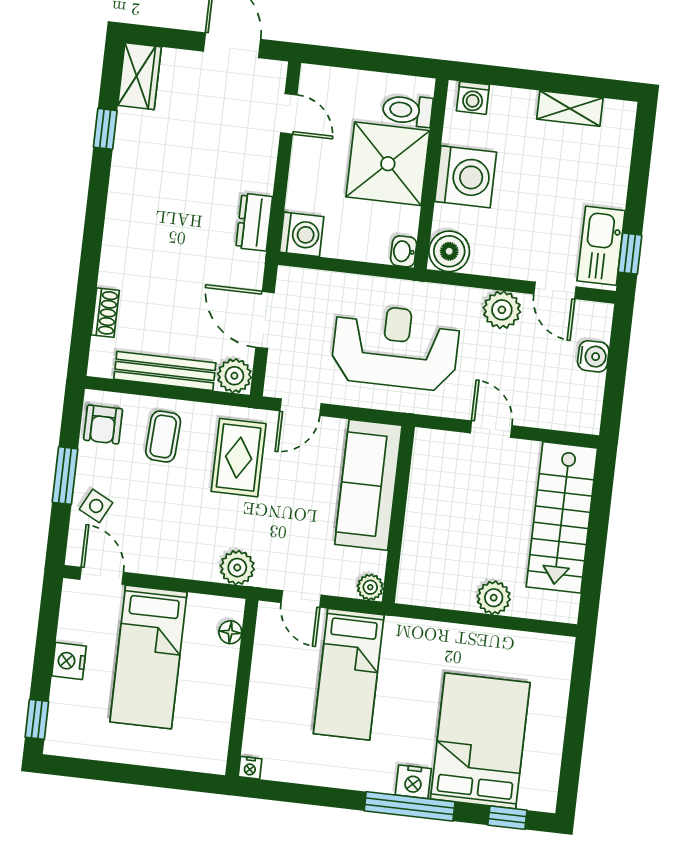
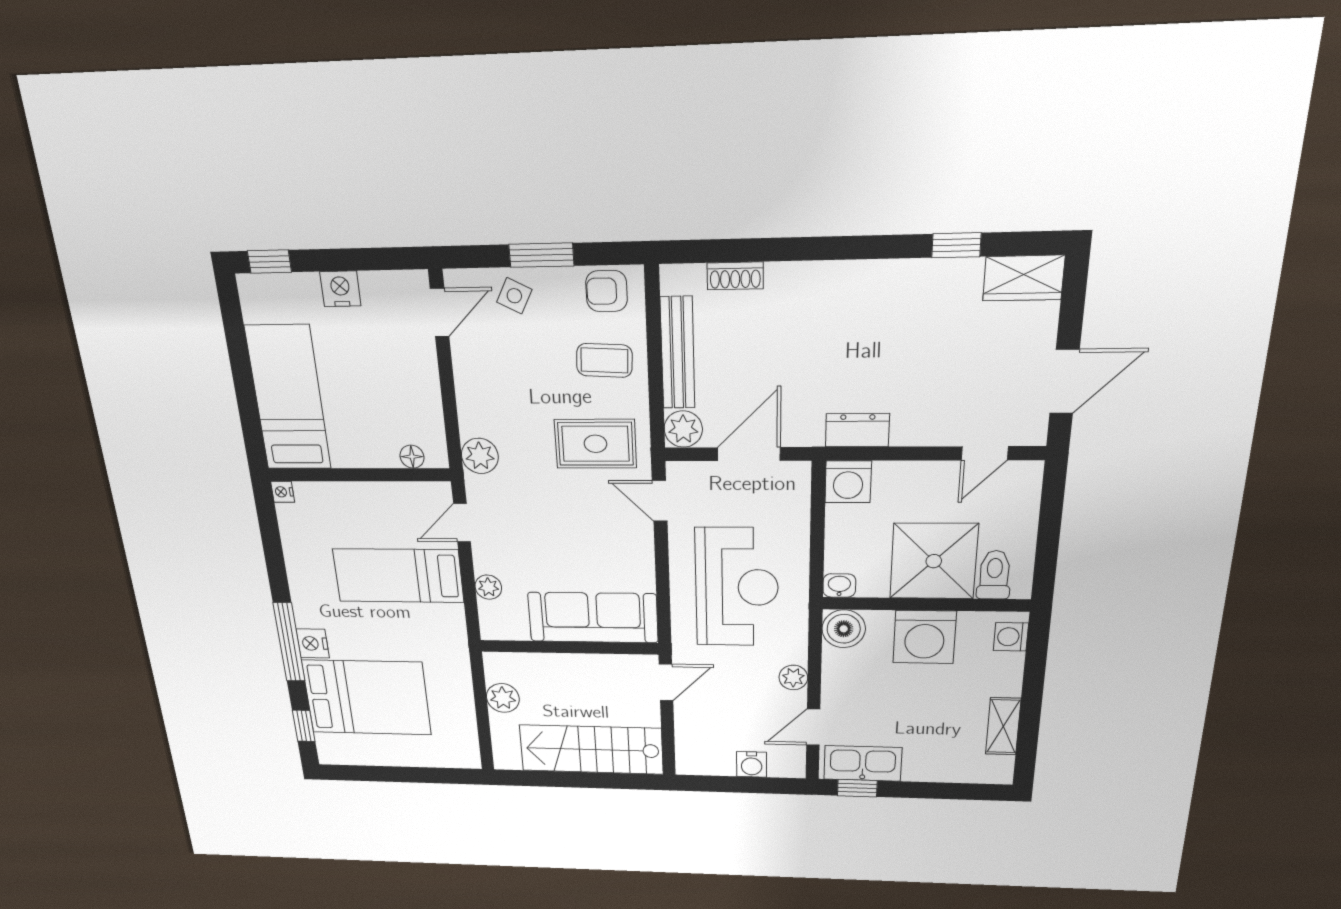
plant: (502, 310) -> (793, 677), width x0.73, depth x0.73
sofa: (368, 485) -> (593, 618), moved
wall: (398, 514) -> (569, 647), moved
bed: (148, 657) -> (288, 398), moved, turned 90

